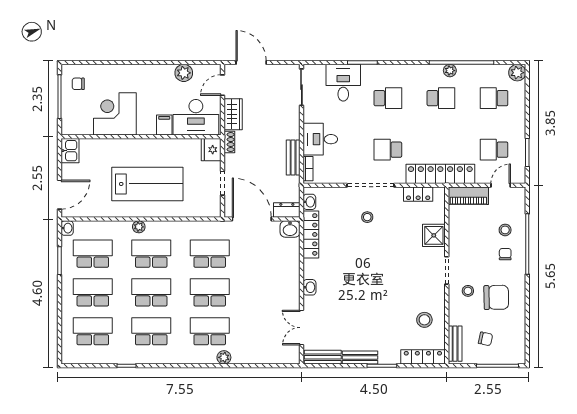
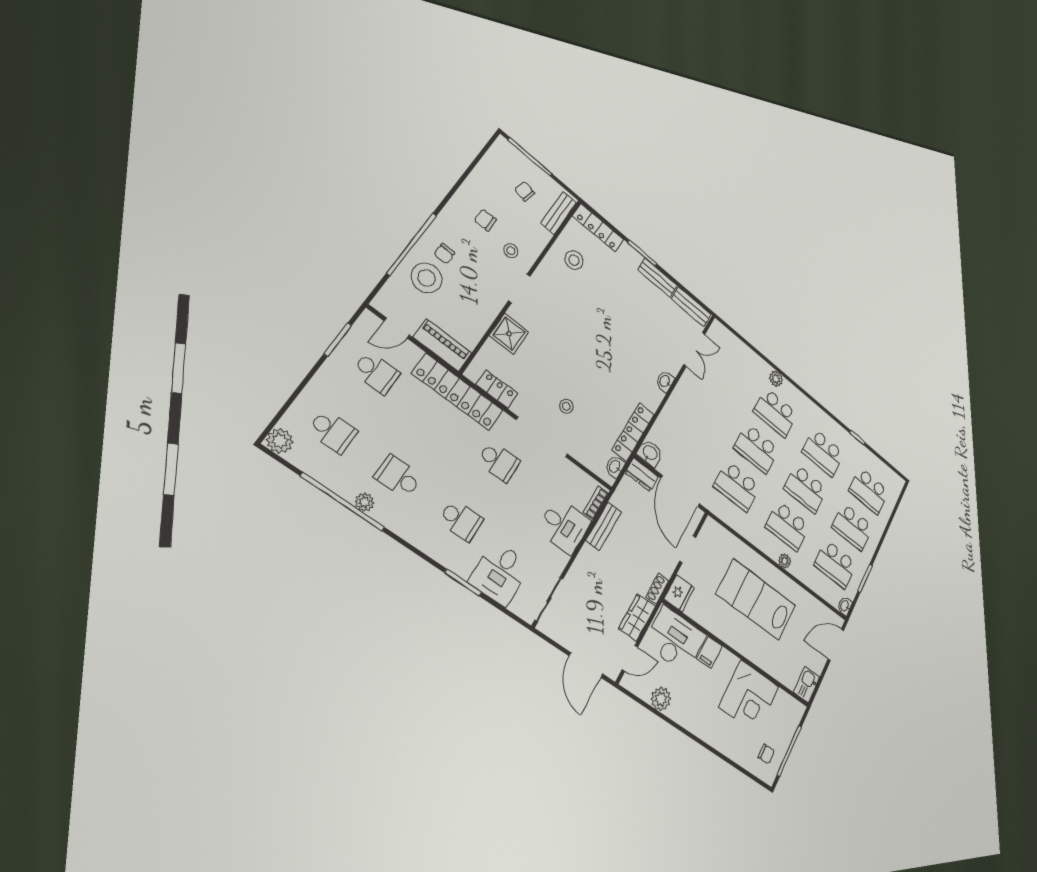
school desk: (388, 98) -> (461, 520), turned 180
stool: (505, 230) -> (427, 278), width x1.89, depth x1.89
chair: (496, 297) -> (485, 220), width x0.54, depth x0.54

